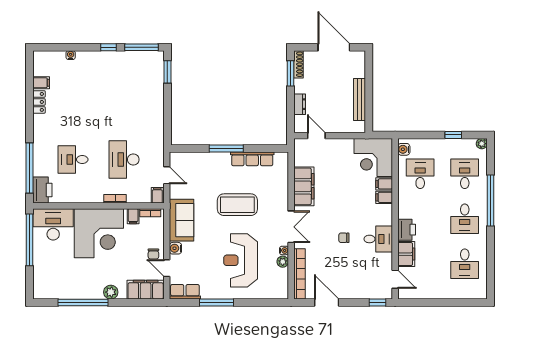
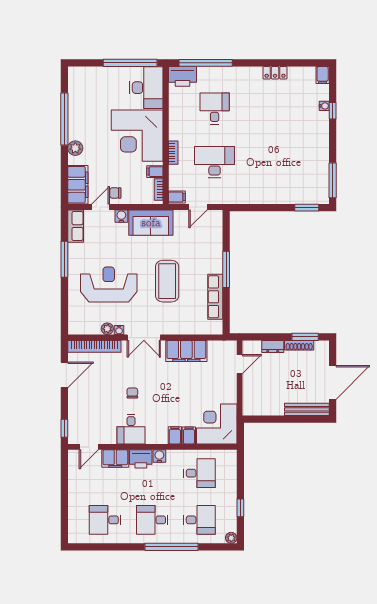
window: (108, 47) -> (333, 111), moved
shoe rack: (298, 64) -> (299, 345), moved
filing cabinet: (41, 83) -> (323, 75), moved
bench: (360, 100) -> (307, 409), moved
water cooler: (404, 149) -> (159, 456), moved

